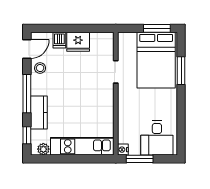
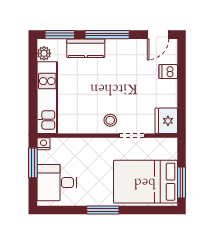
fridge: (78, 42) -> (166, 121), moved
door: (27, 49) -> (158, 35), hinge flipped
stool: (40, 68) -> (110, 120), moved
window: (181, 71) -> (103, 210), moved
window: (27, 135) -> (60, 35), width x1.50

